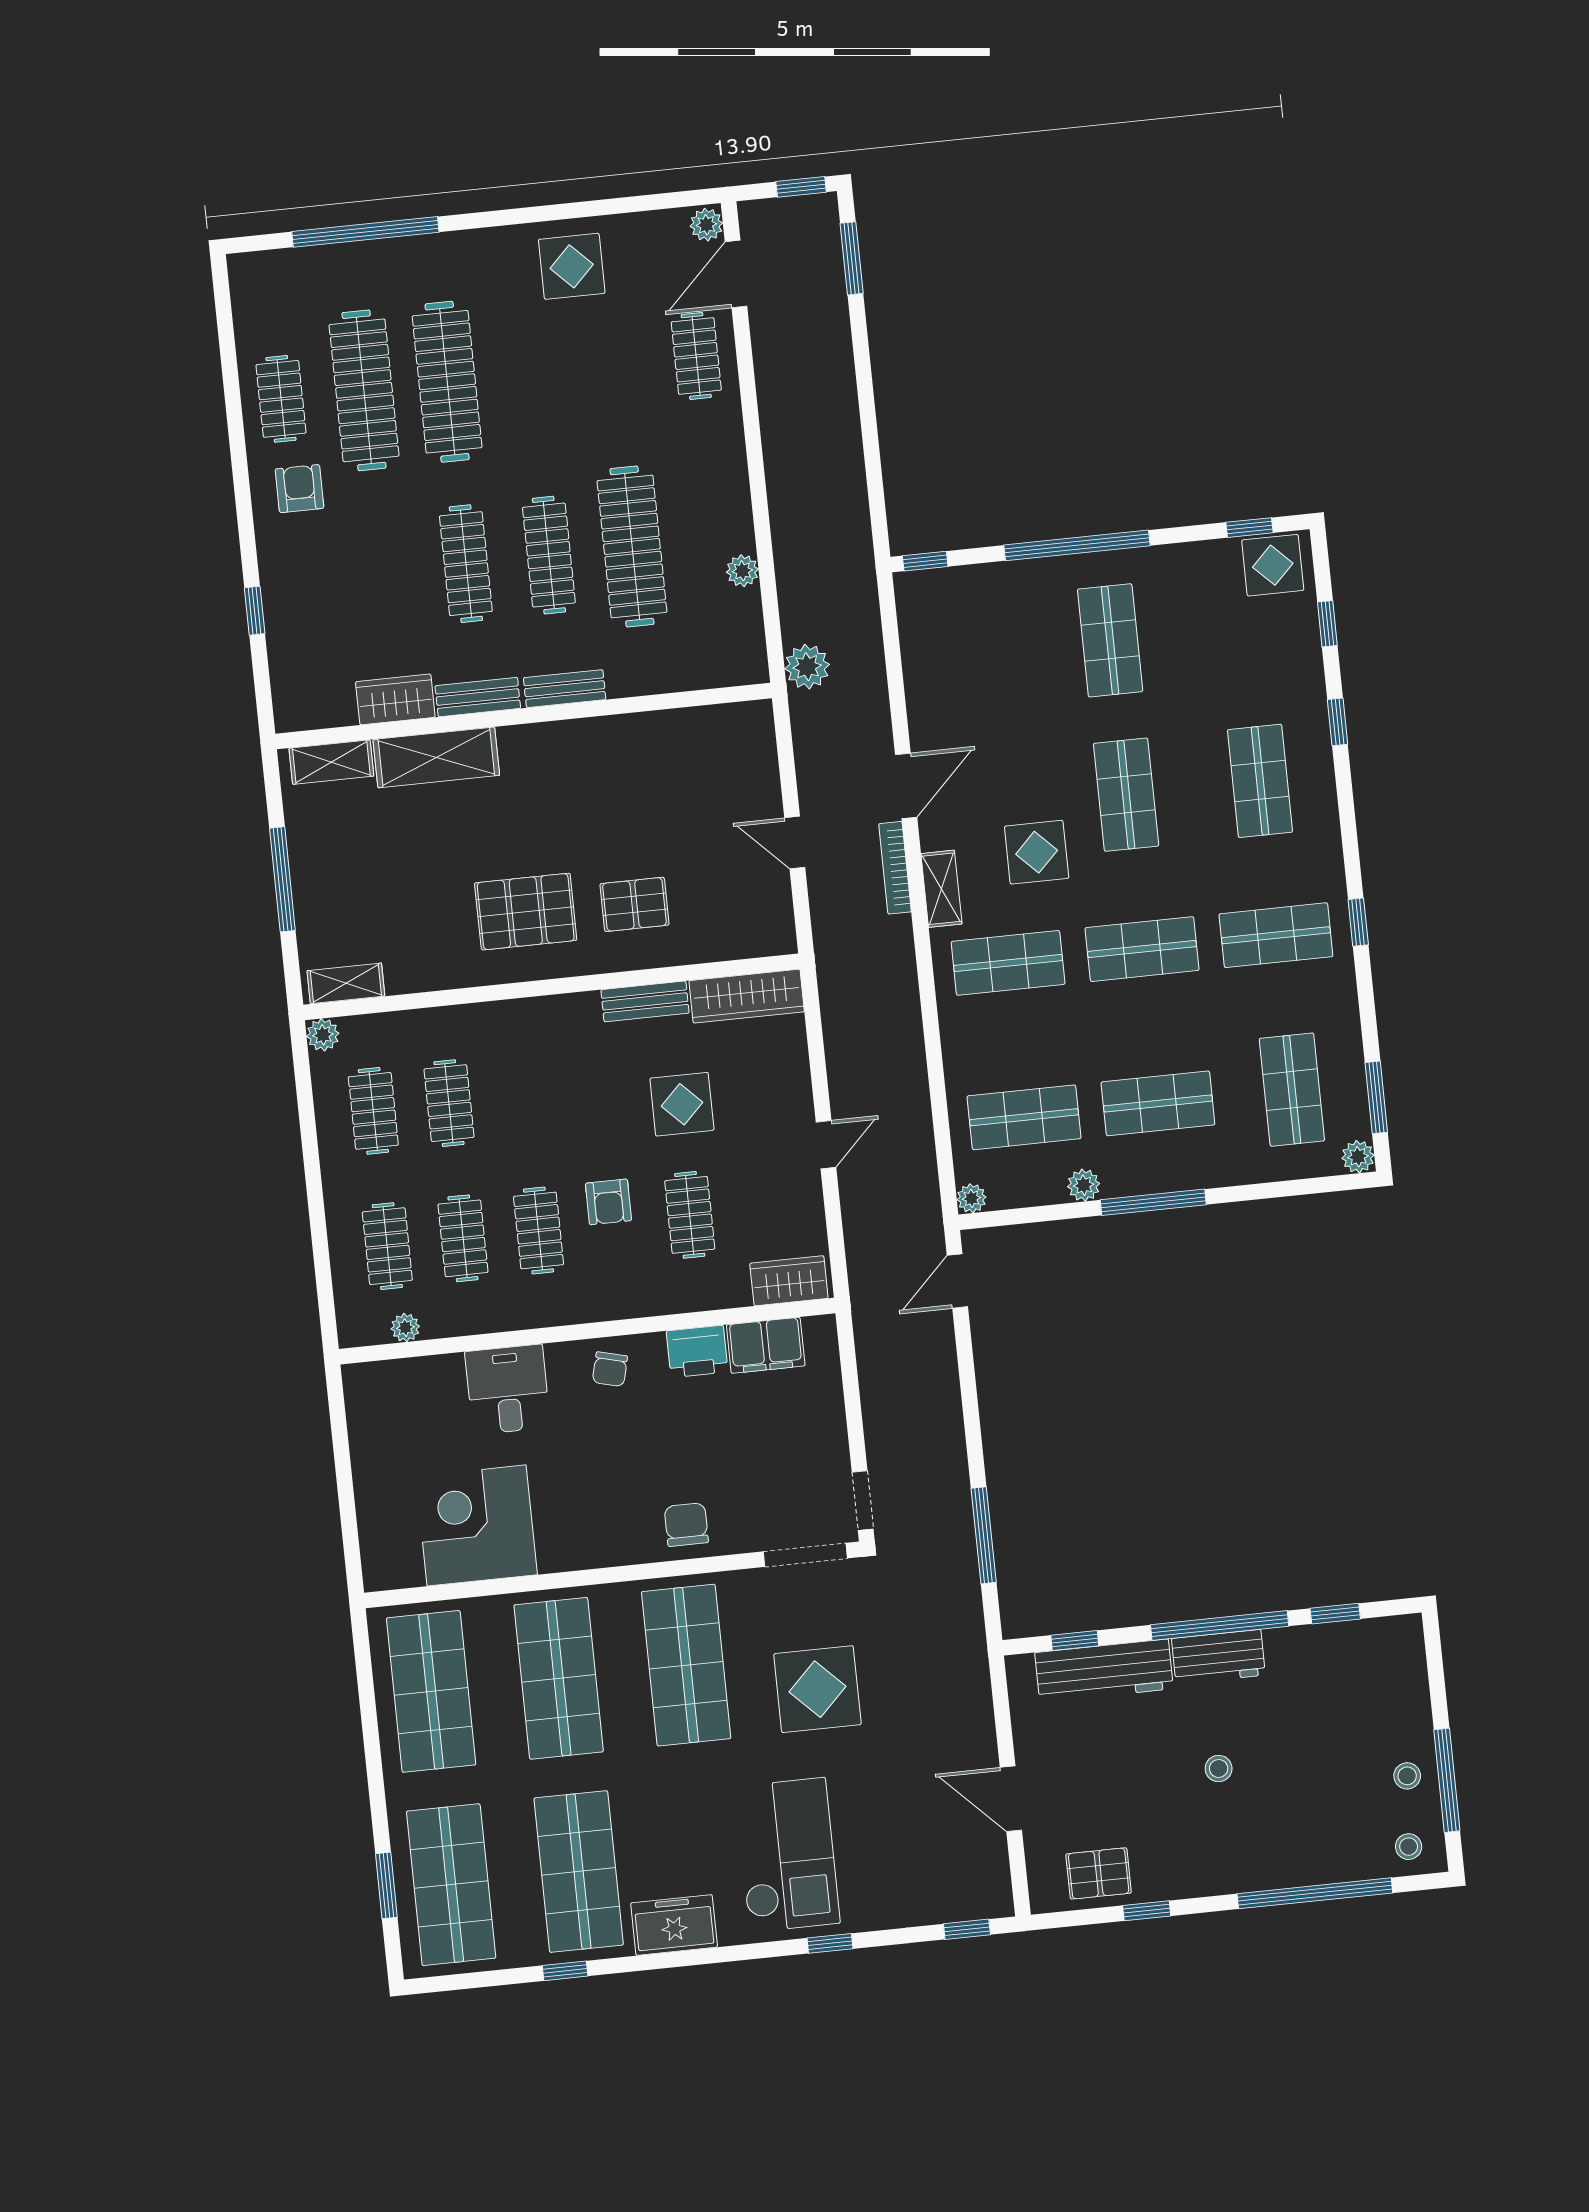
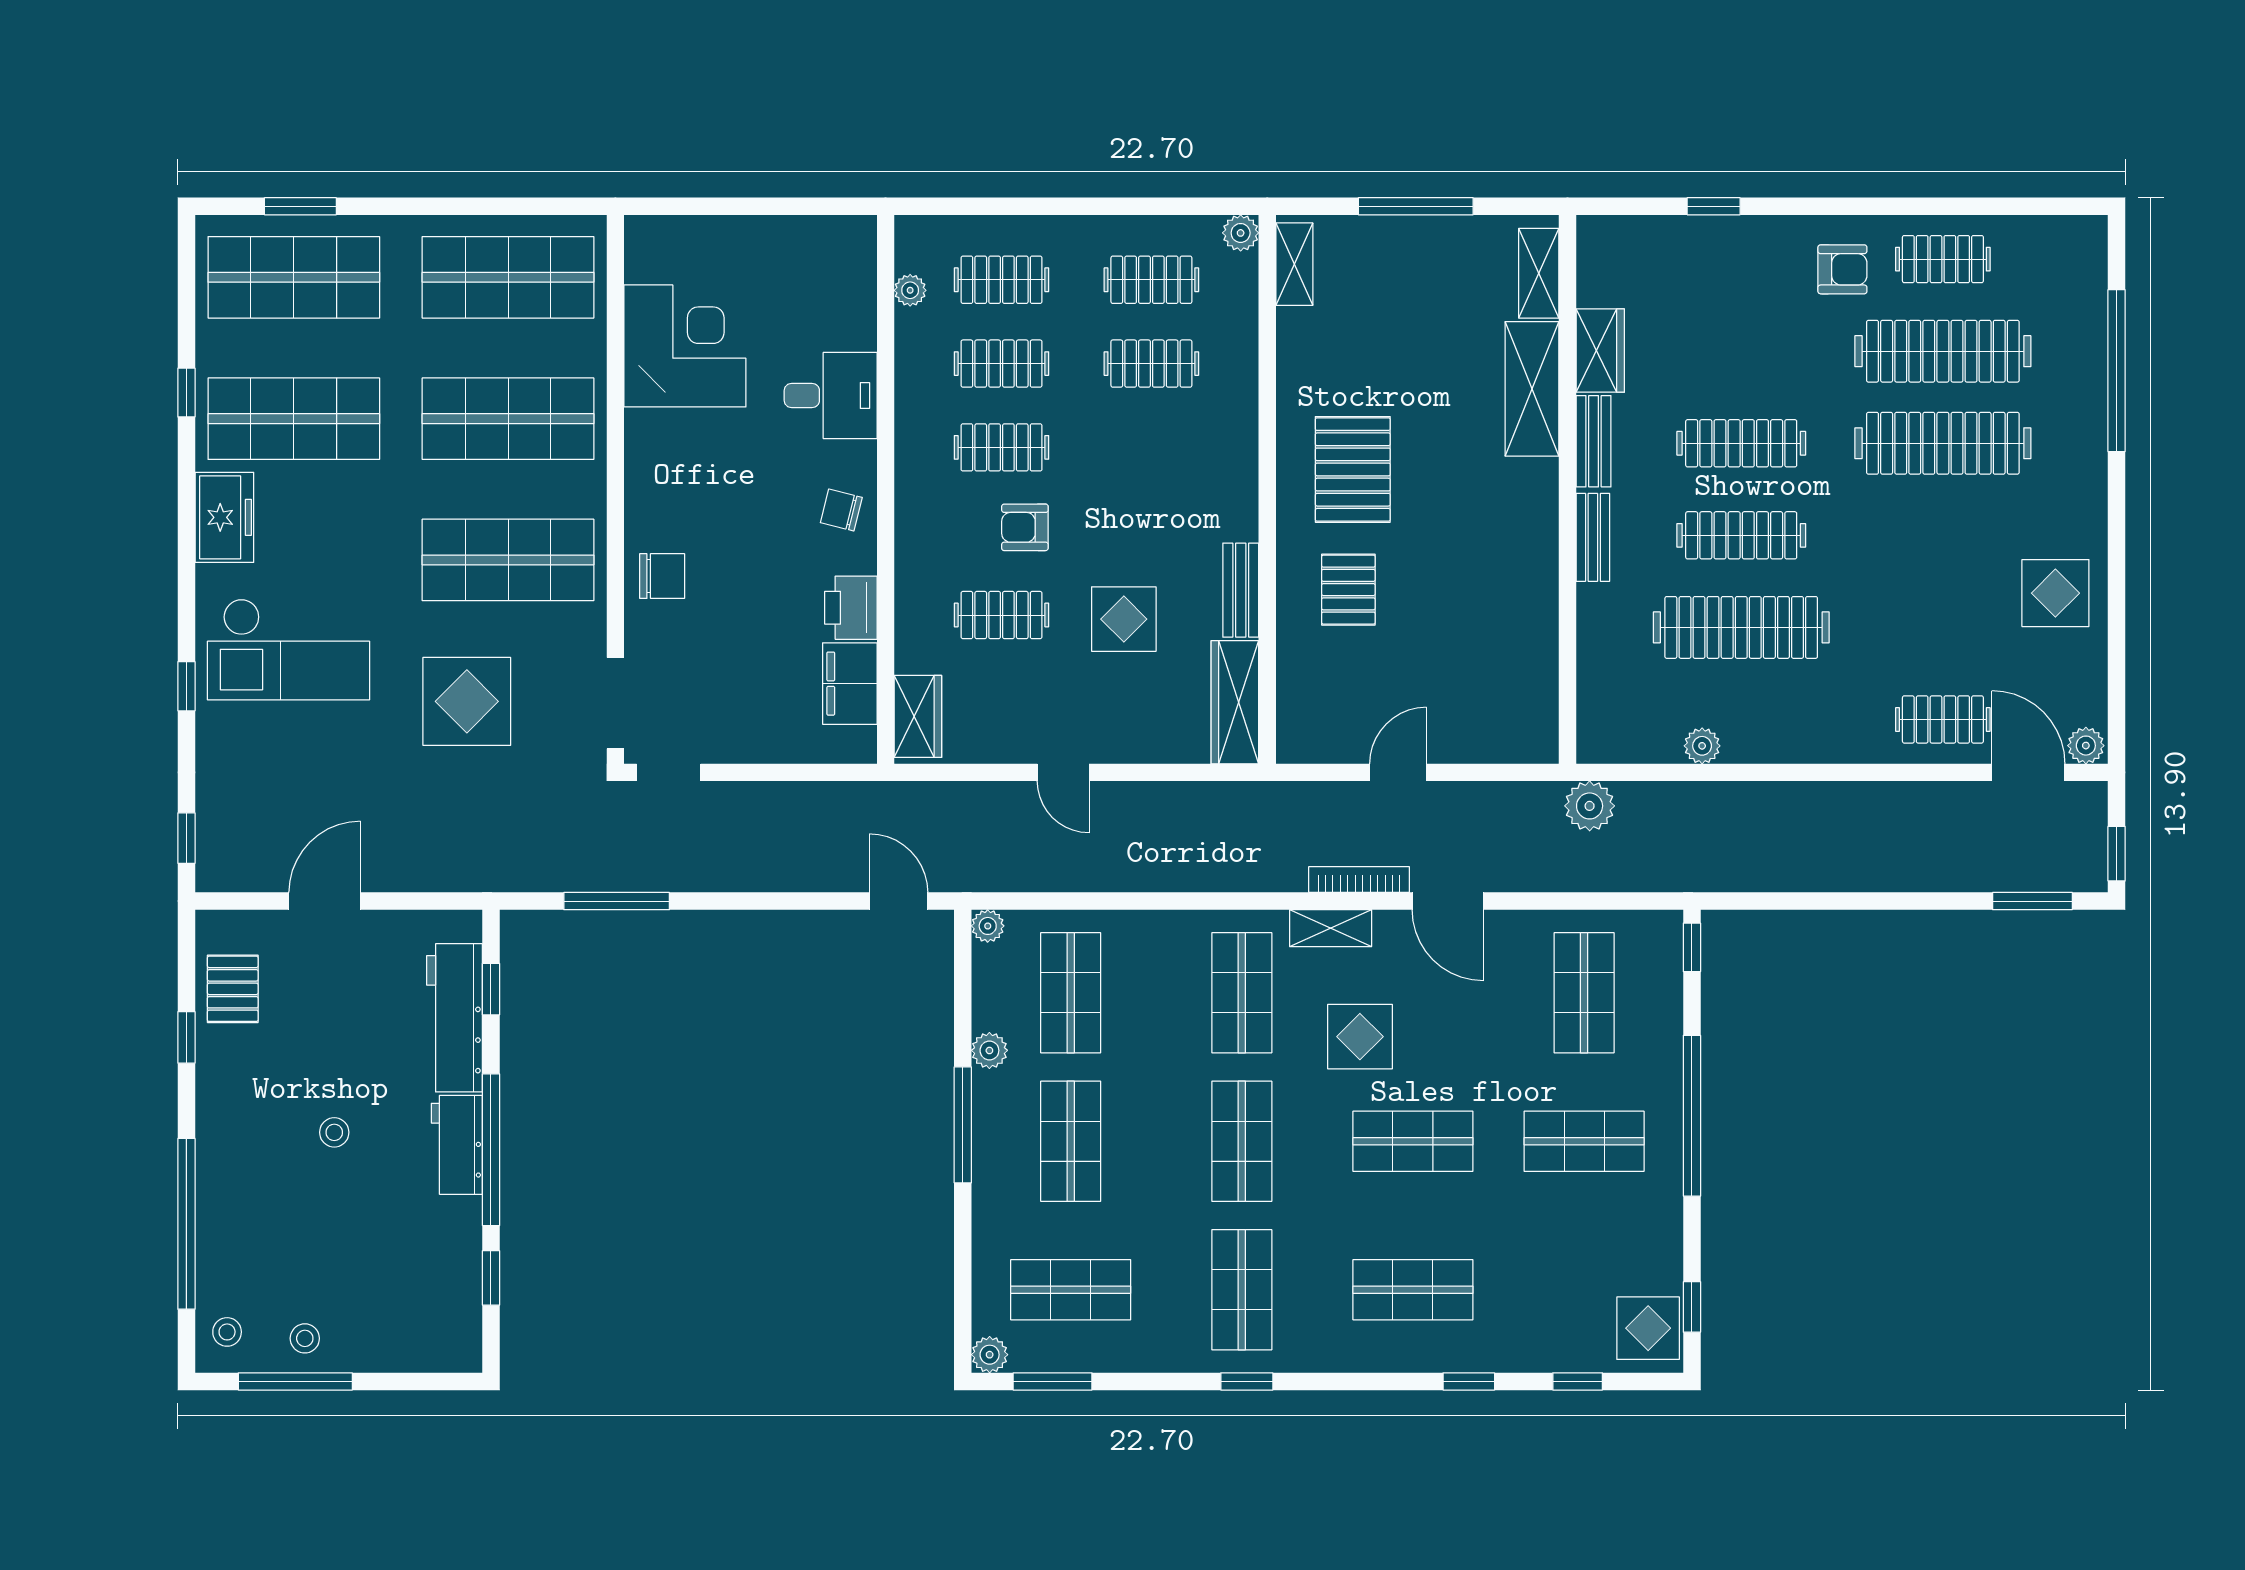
shop shelf: (976, 654) -> (1584, 993), added

